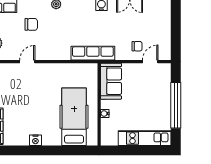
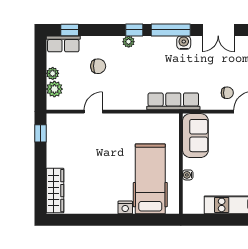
nightstand: (35, 140) -> (125, 207), moved

